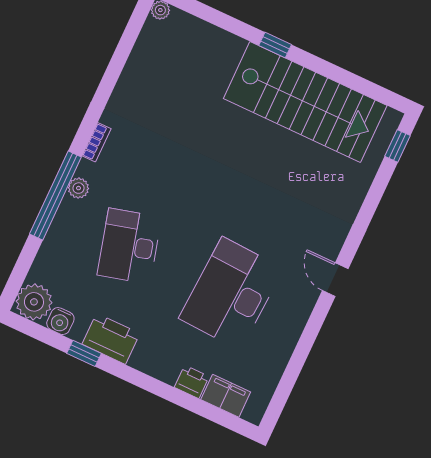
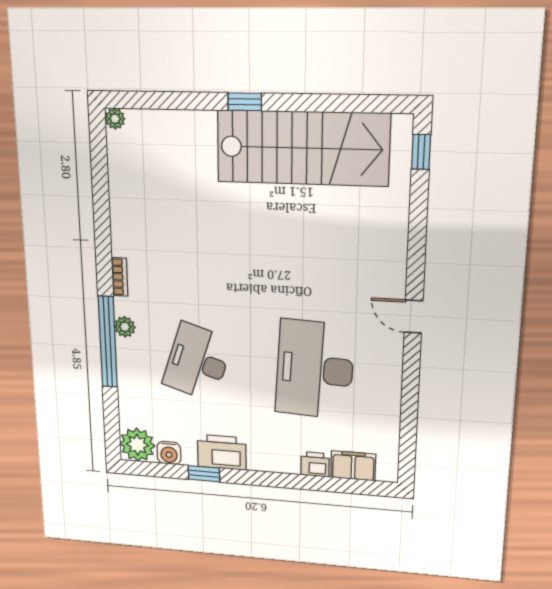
desk: (129, 246) -> (198, 362), turned 33

